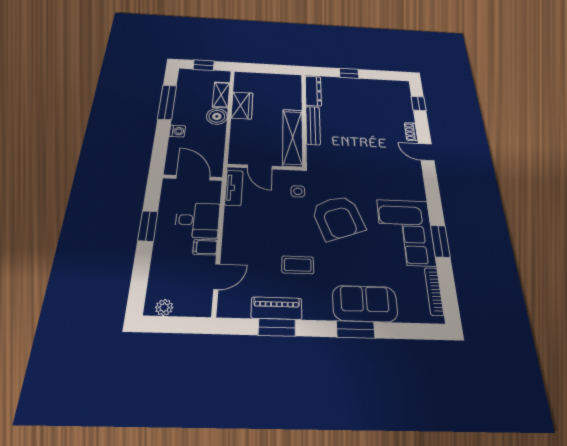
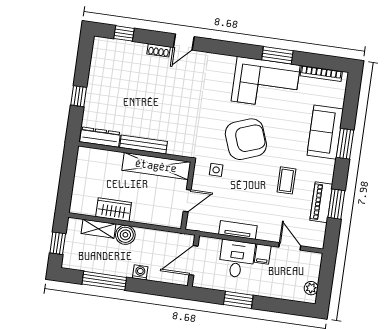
tv unit: (234, 188) -> (238, 230), moved

